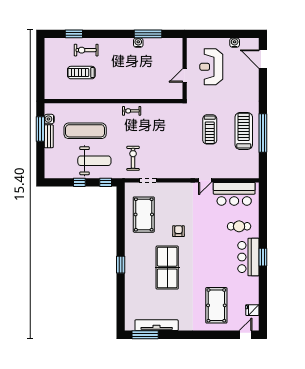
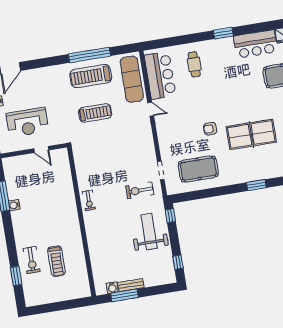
exercise mat: (85, 131) -> (132, 79), moved
window: (79, 182) -> (178, 262), moved
bar counter: (248, 257) -> (256, 44), moved

